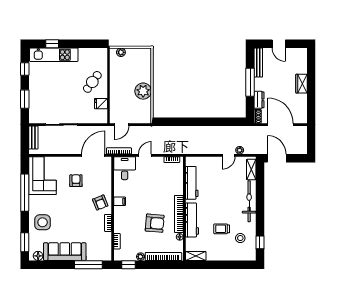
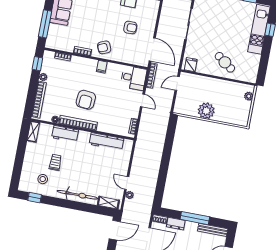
fridge: (101, 104) -> (191, 65), moved
door: (122, 125) -> (177, 83), hinge flipped
workbench: (192, 220) -> (65, 134), width x0.73
armchair: (155, 223) -> (86, 100), moved

